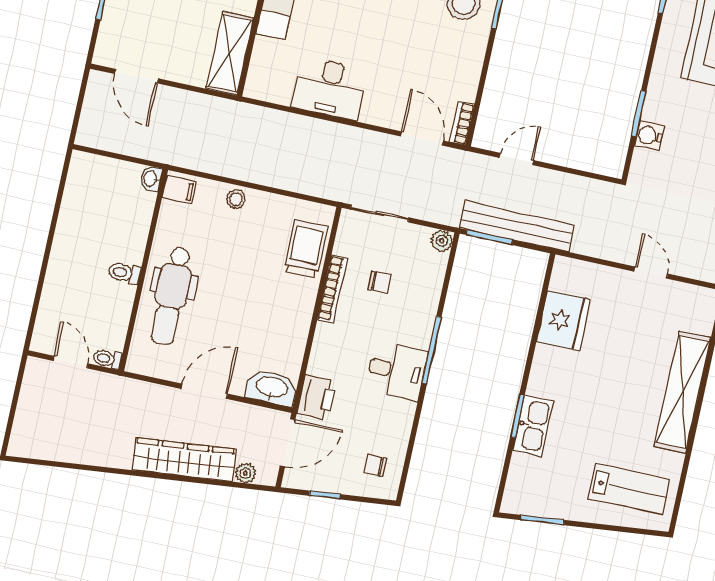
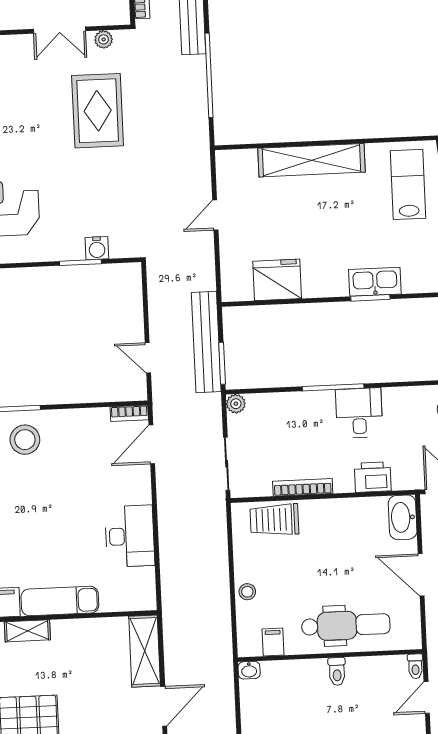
shelving: (230, 53) -> (145, 651), moved, turned 90
filing cabinet: (179, 190) -> (273, 642), moved
chair: (379, 282) -> (286, 448), removed
printer: (317, 397) -> (373, 477), moved

